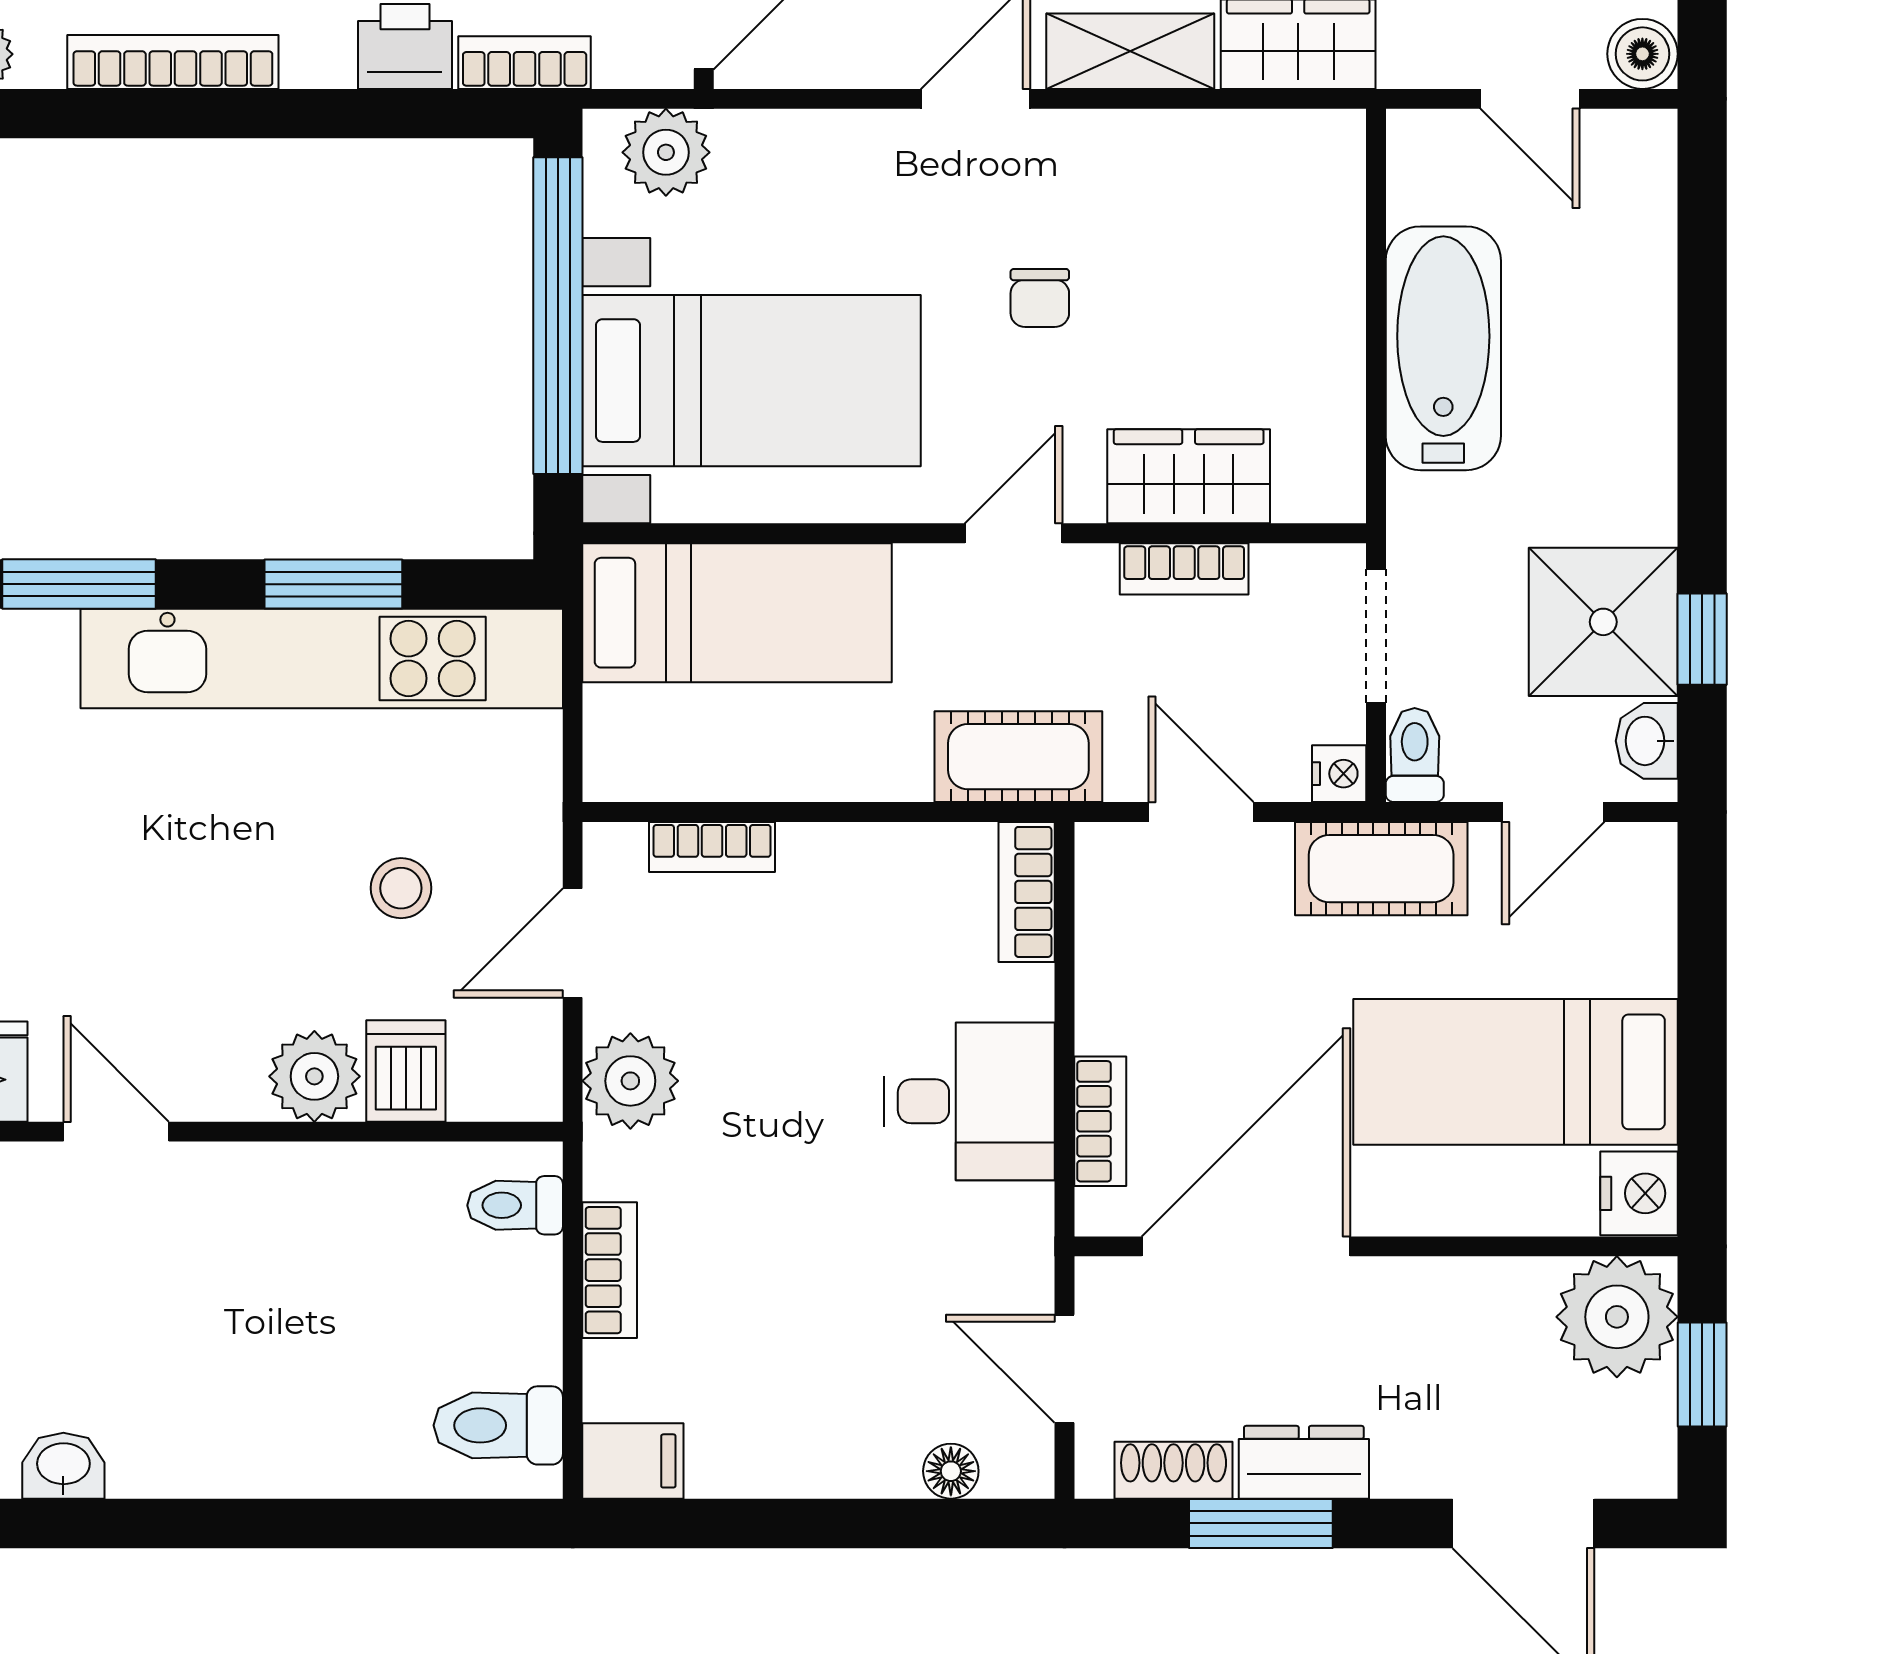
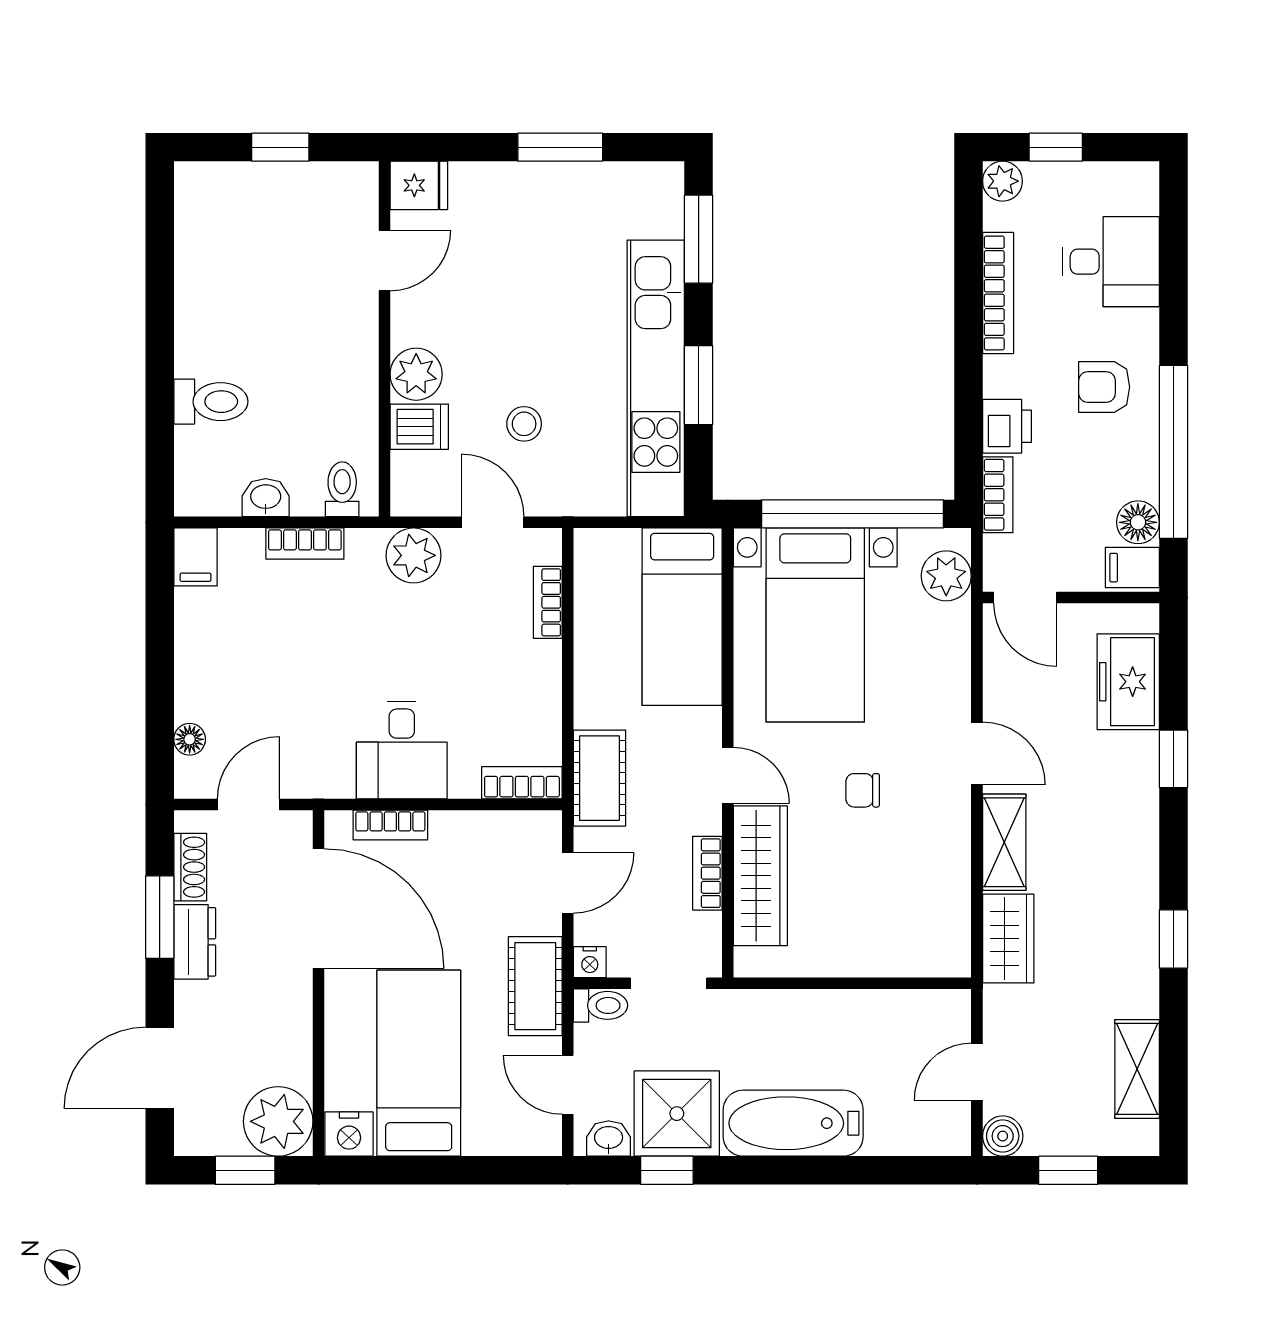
bathtub: (1443, 348) -> (793, 1123), moved, turned 180
wardrobe: (1189, 476) -> (760, 876), width x1.50
toilet: (498, 1425) -> (211, 402), moved, turned 90
washbasin: (63, 1466) -> (266, 498), moved, turned -90

